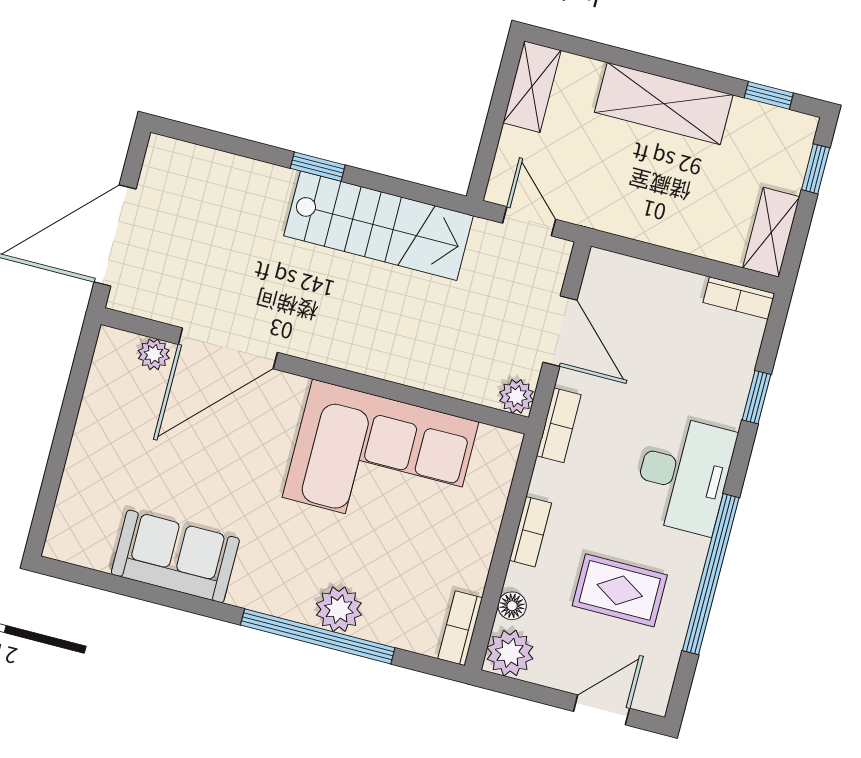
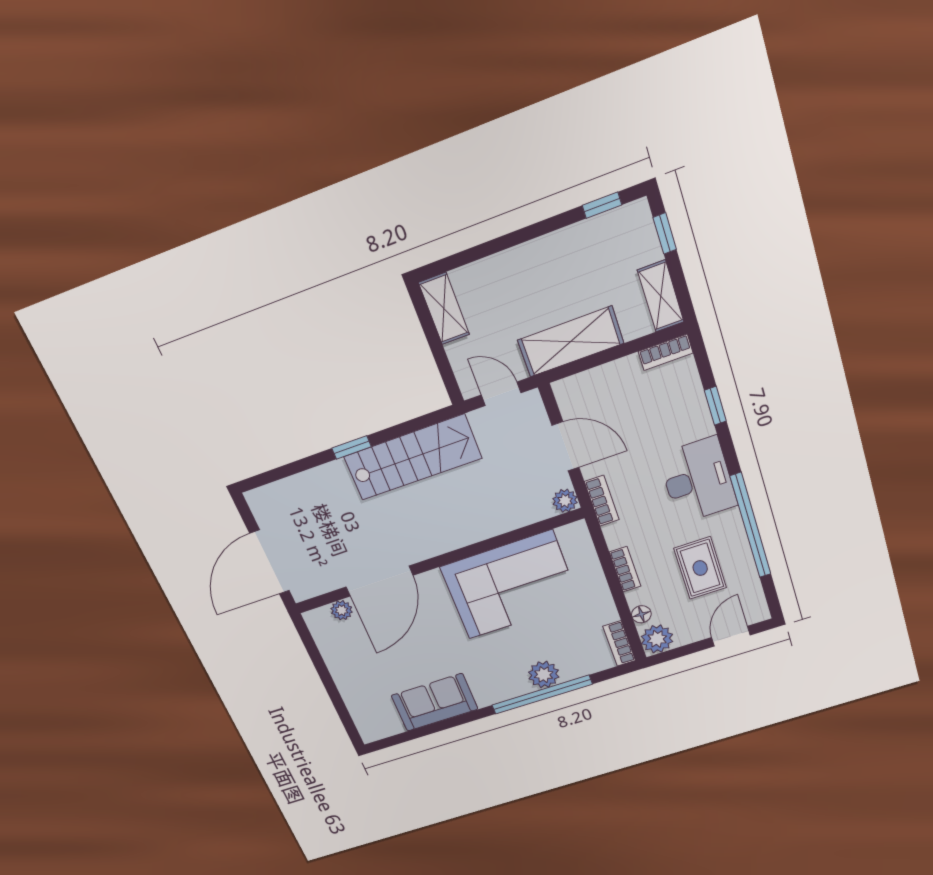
shelving: (664, 104) -> (571, 342), moved
rug: (620, 590) -> (700, 568), turned 90

